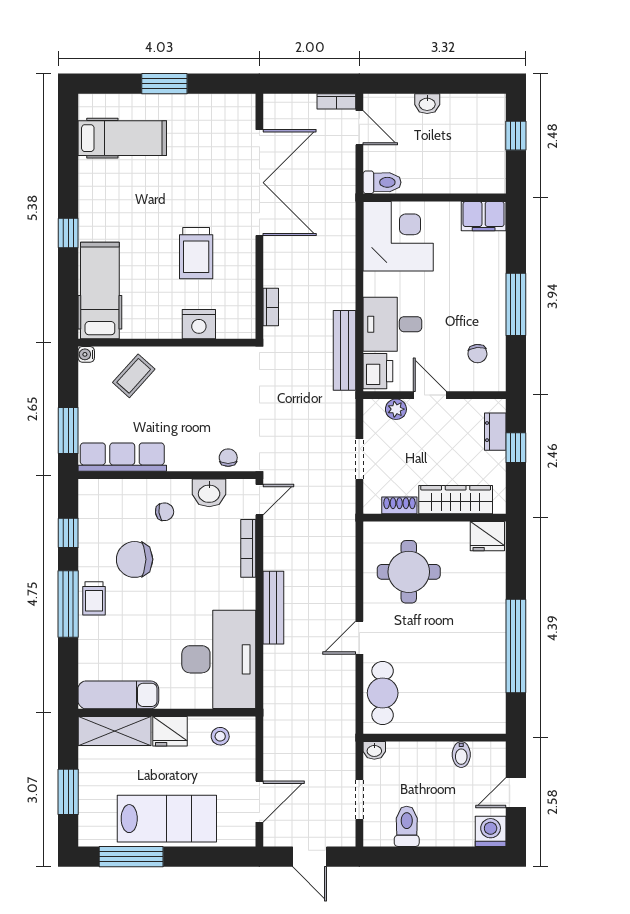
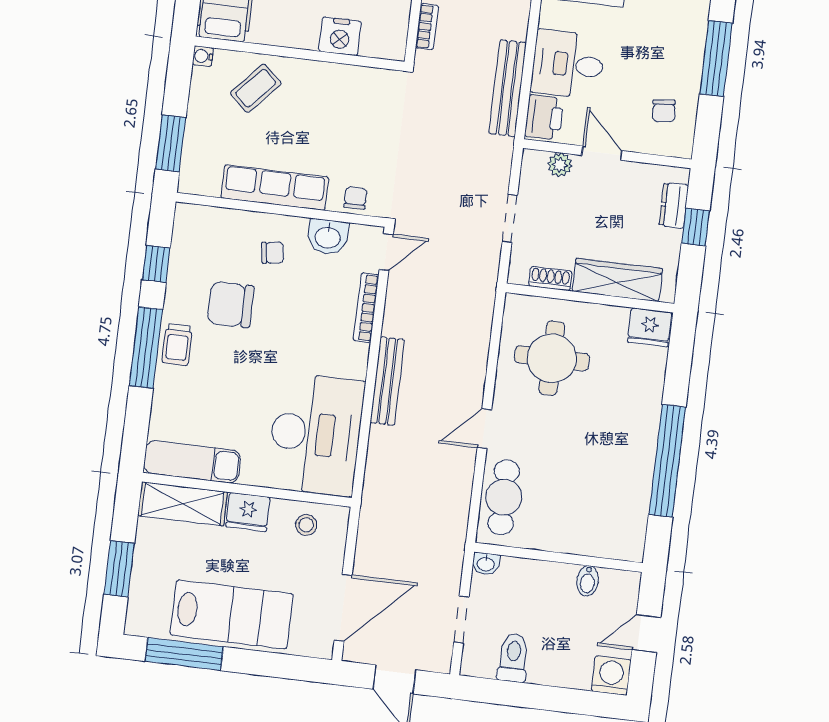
row of seats: (122, 457) -> (275, 188), moved
door: (259, 802) -> (343, 608), width x1.36

